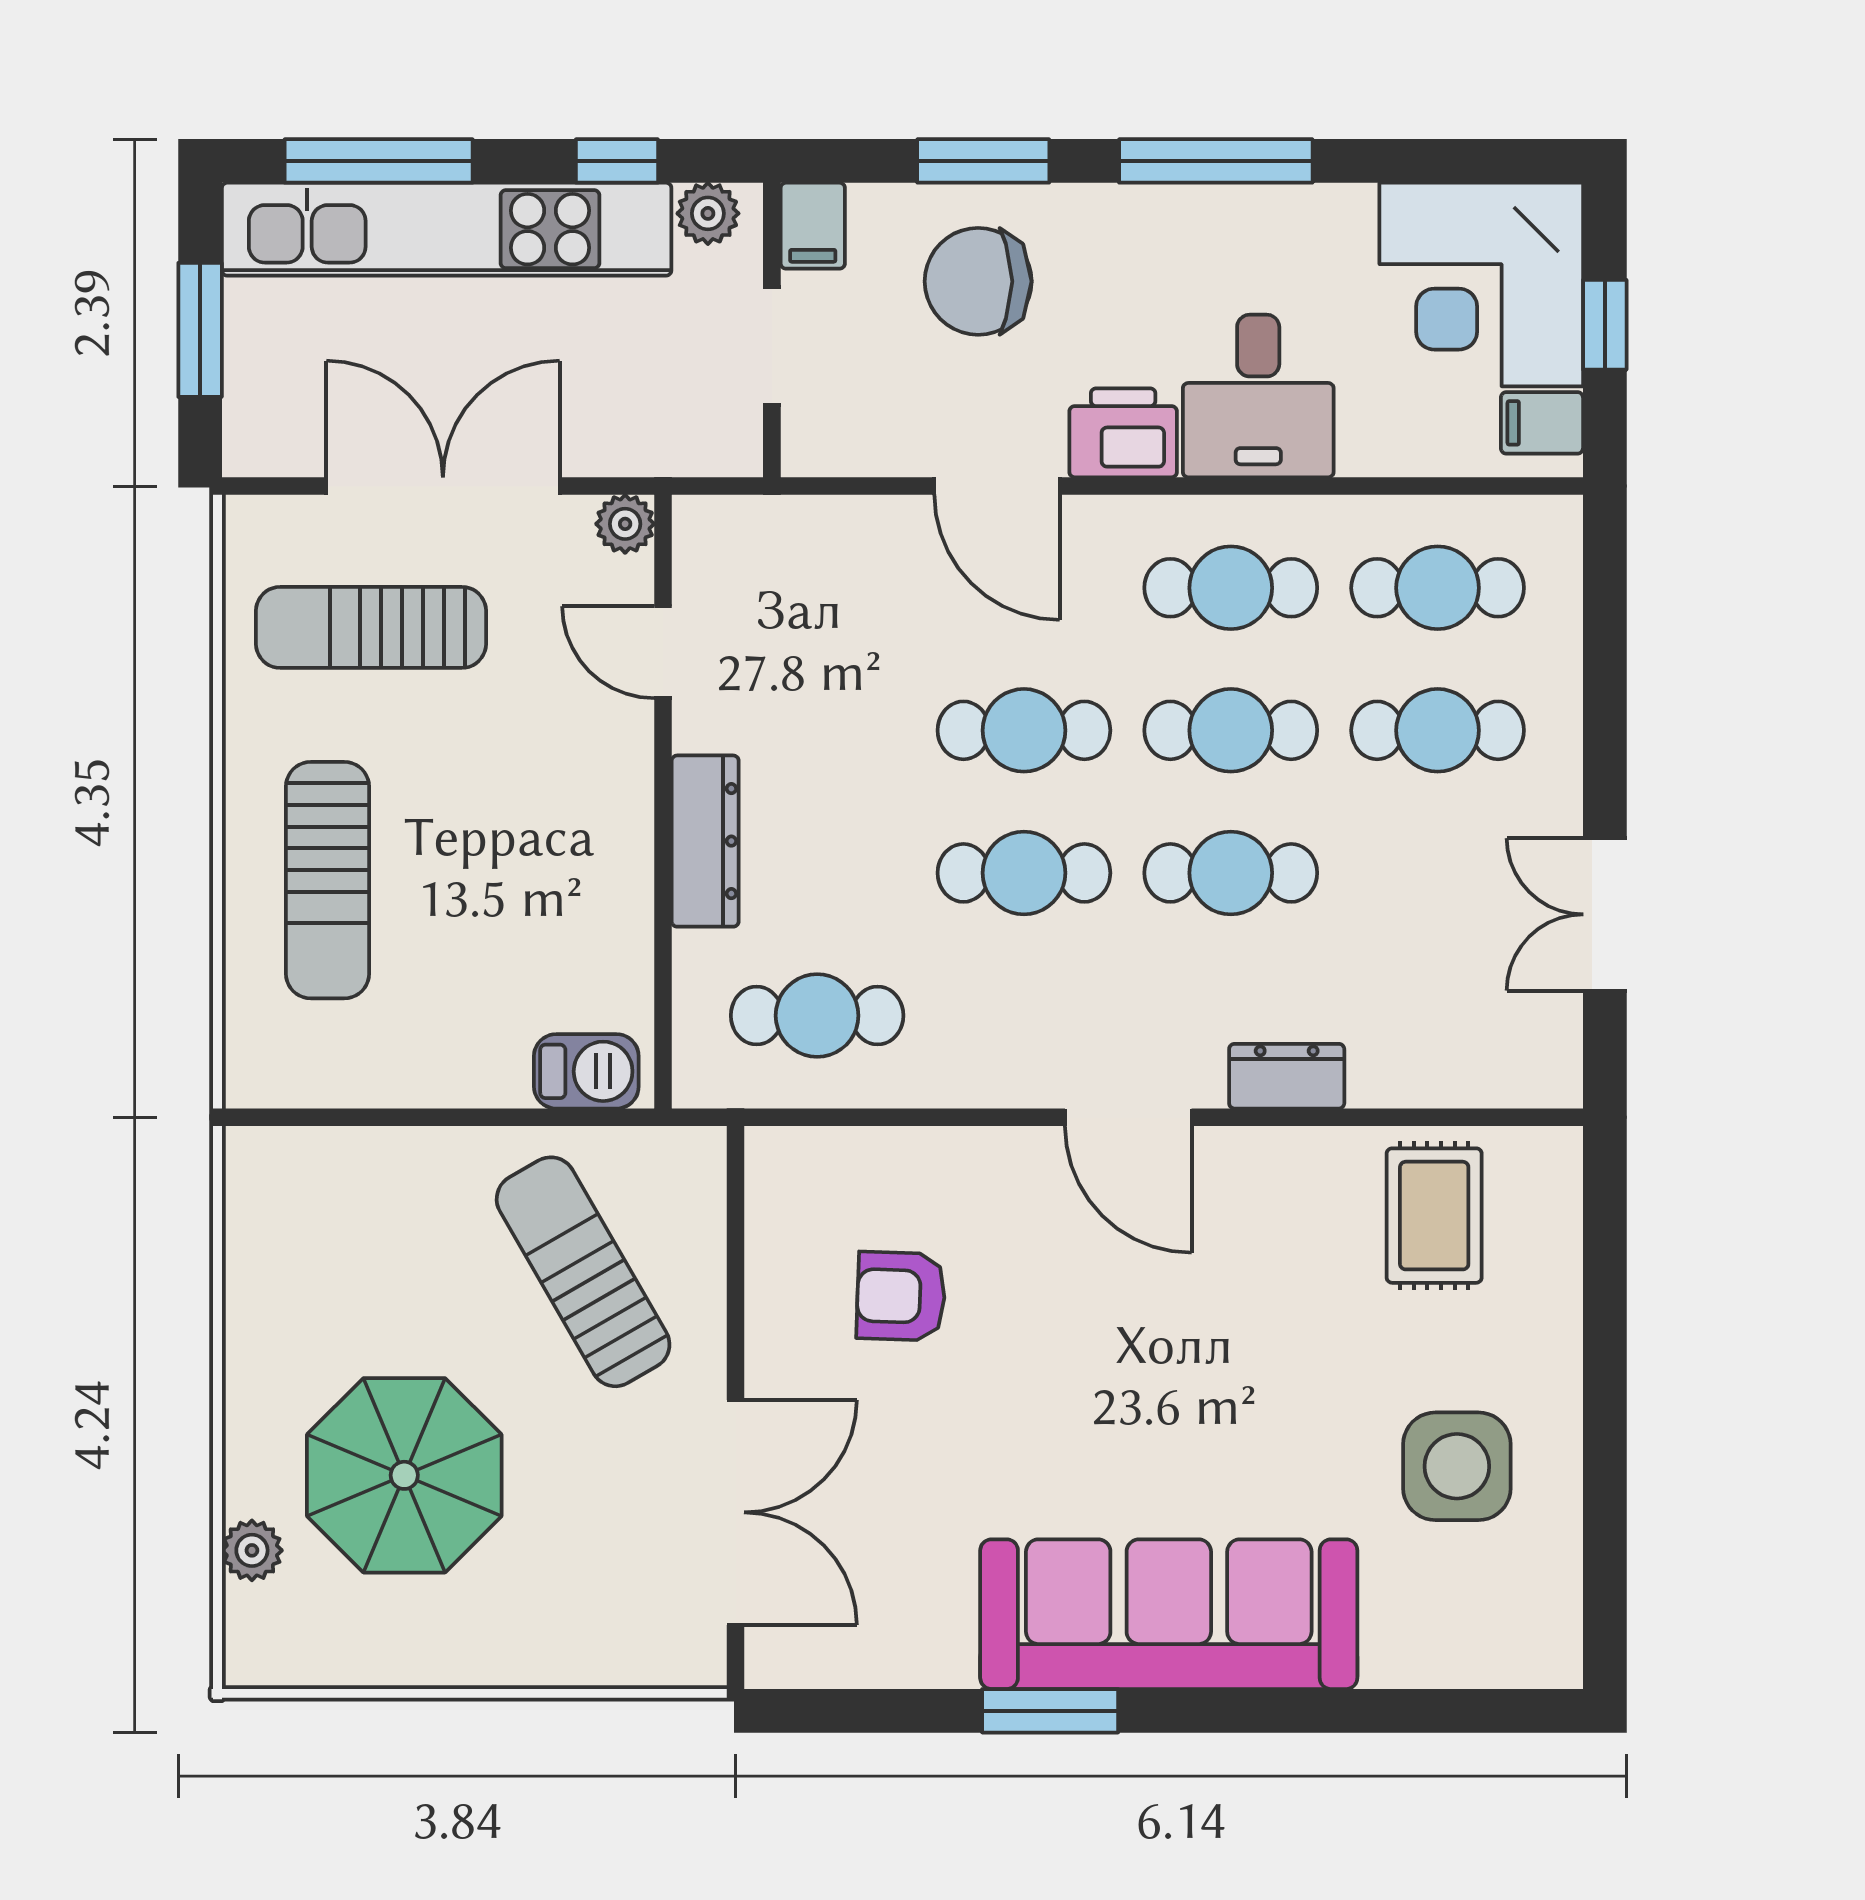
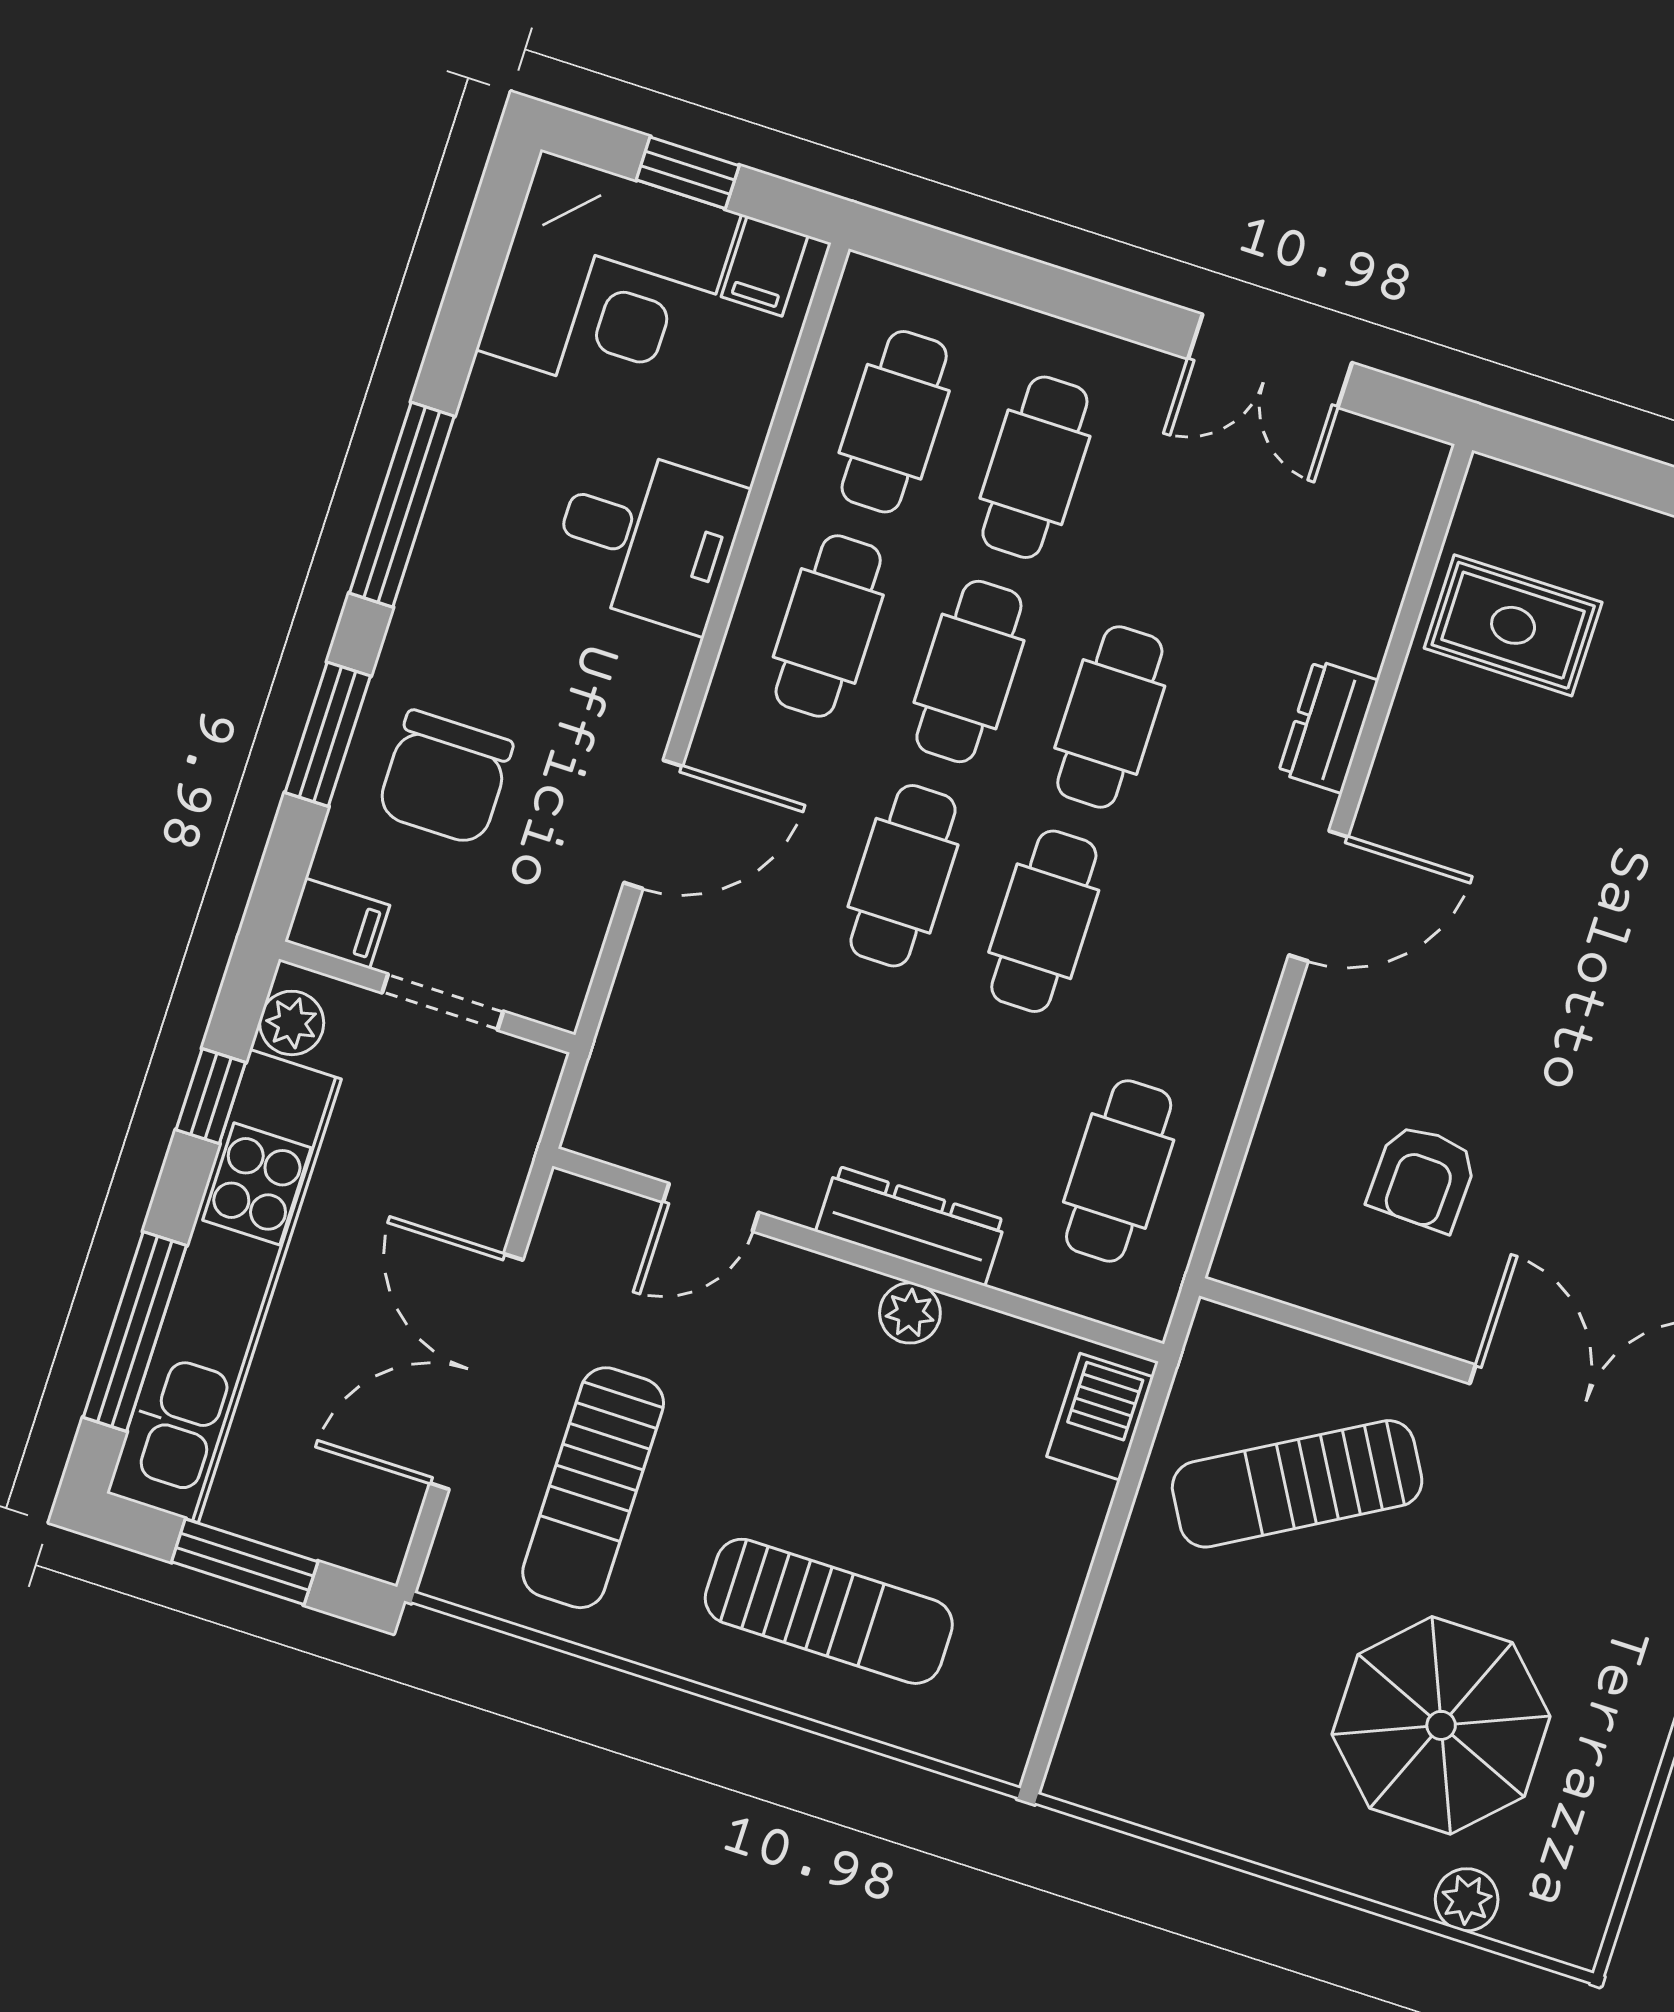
printer: (1123, 433) -> (641, 683), removed
plant: (625, 524) -> (910, 1313), moved

